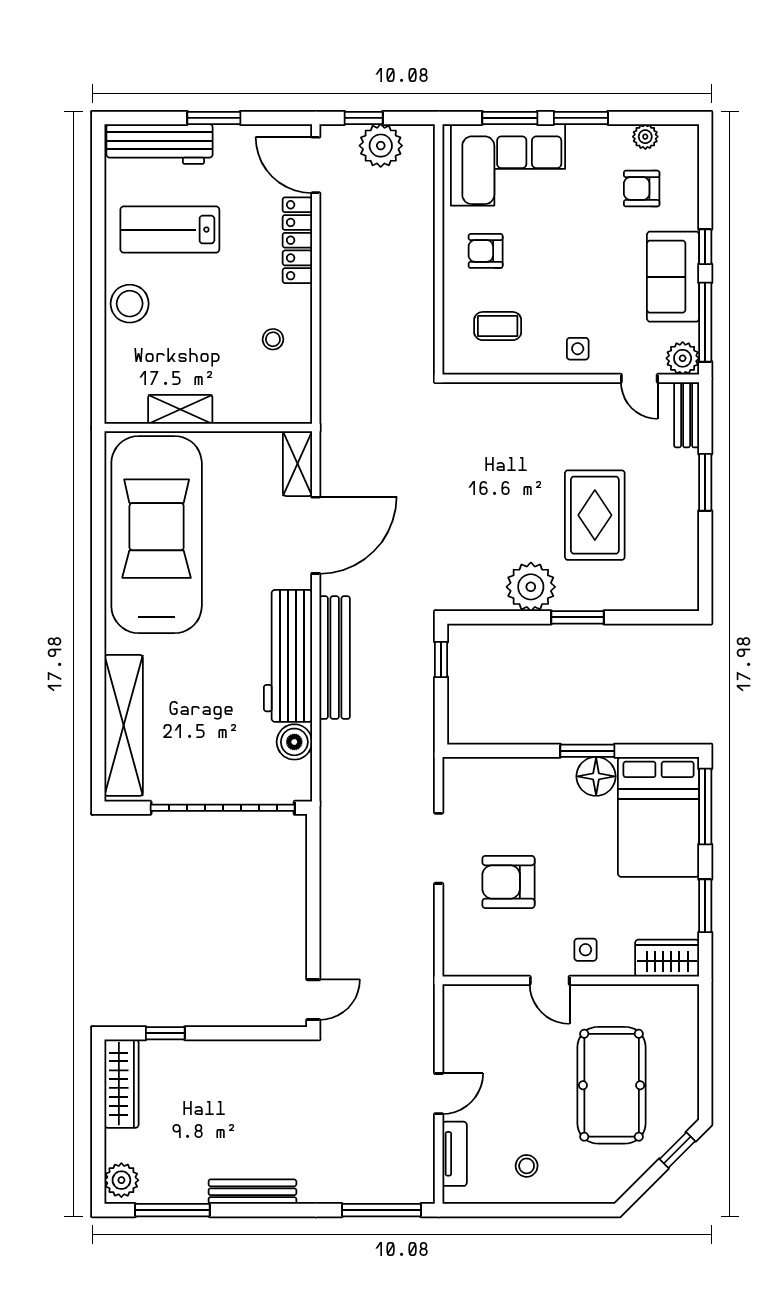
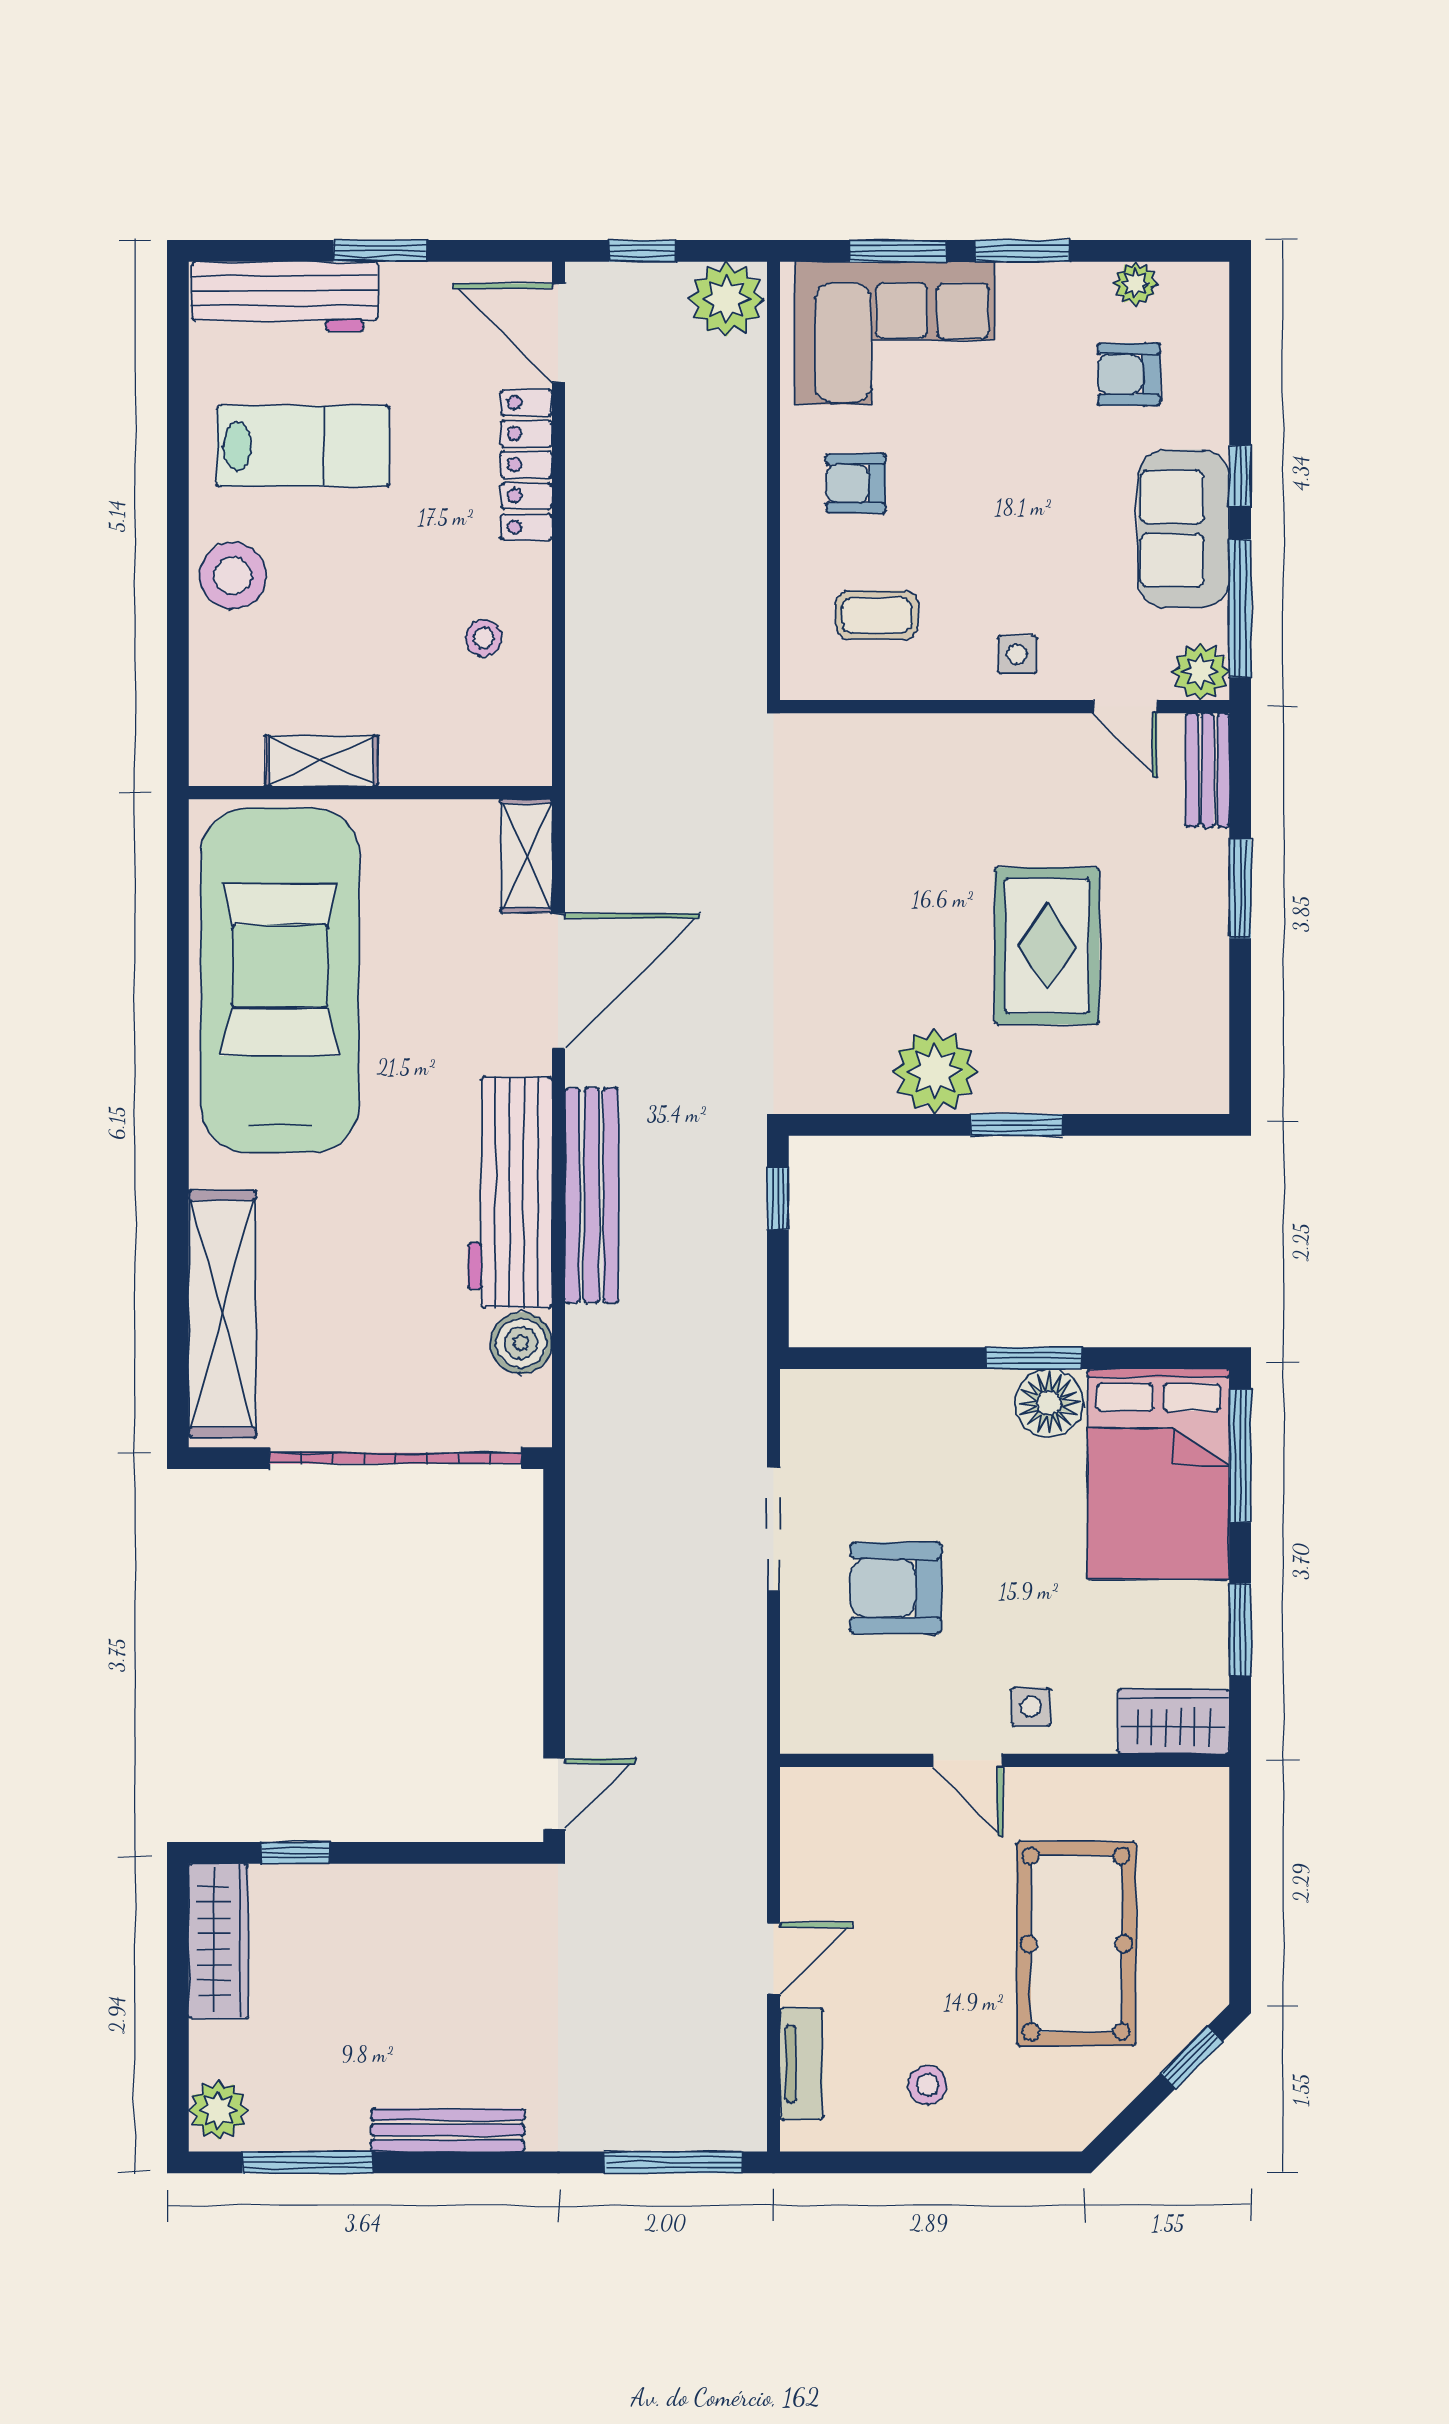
plant: (381, 146) -> (727, 299), moved
lab bench: (170, 230) -> (303, 446), turned 180

